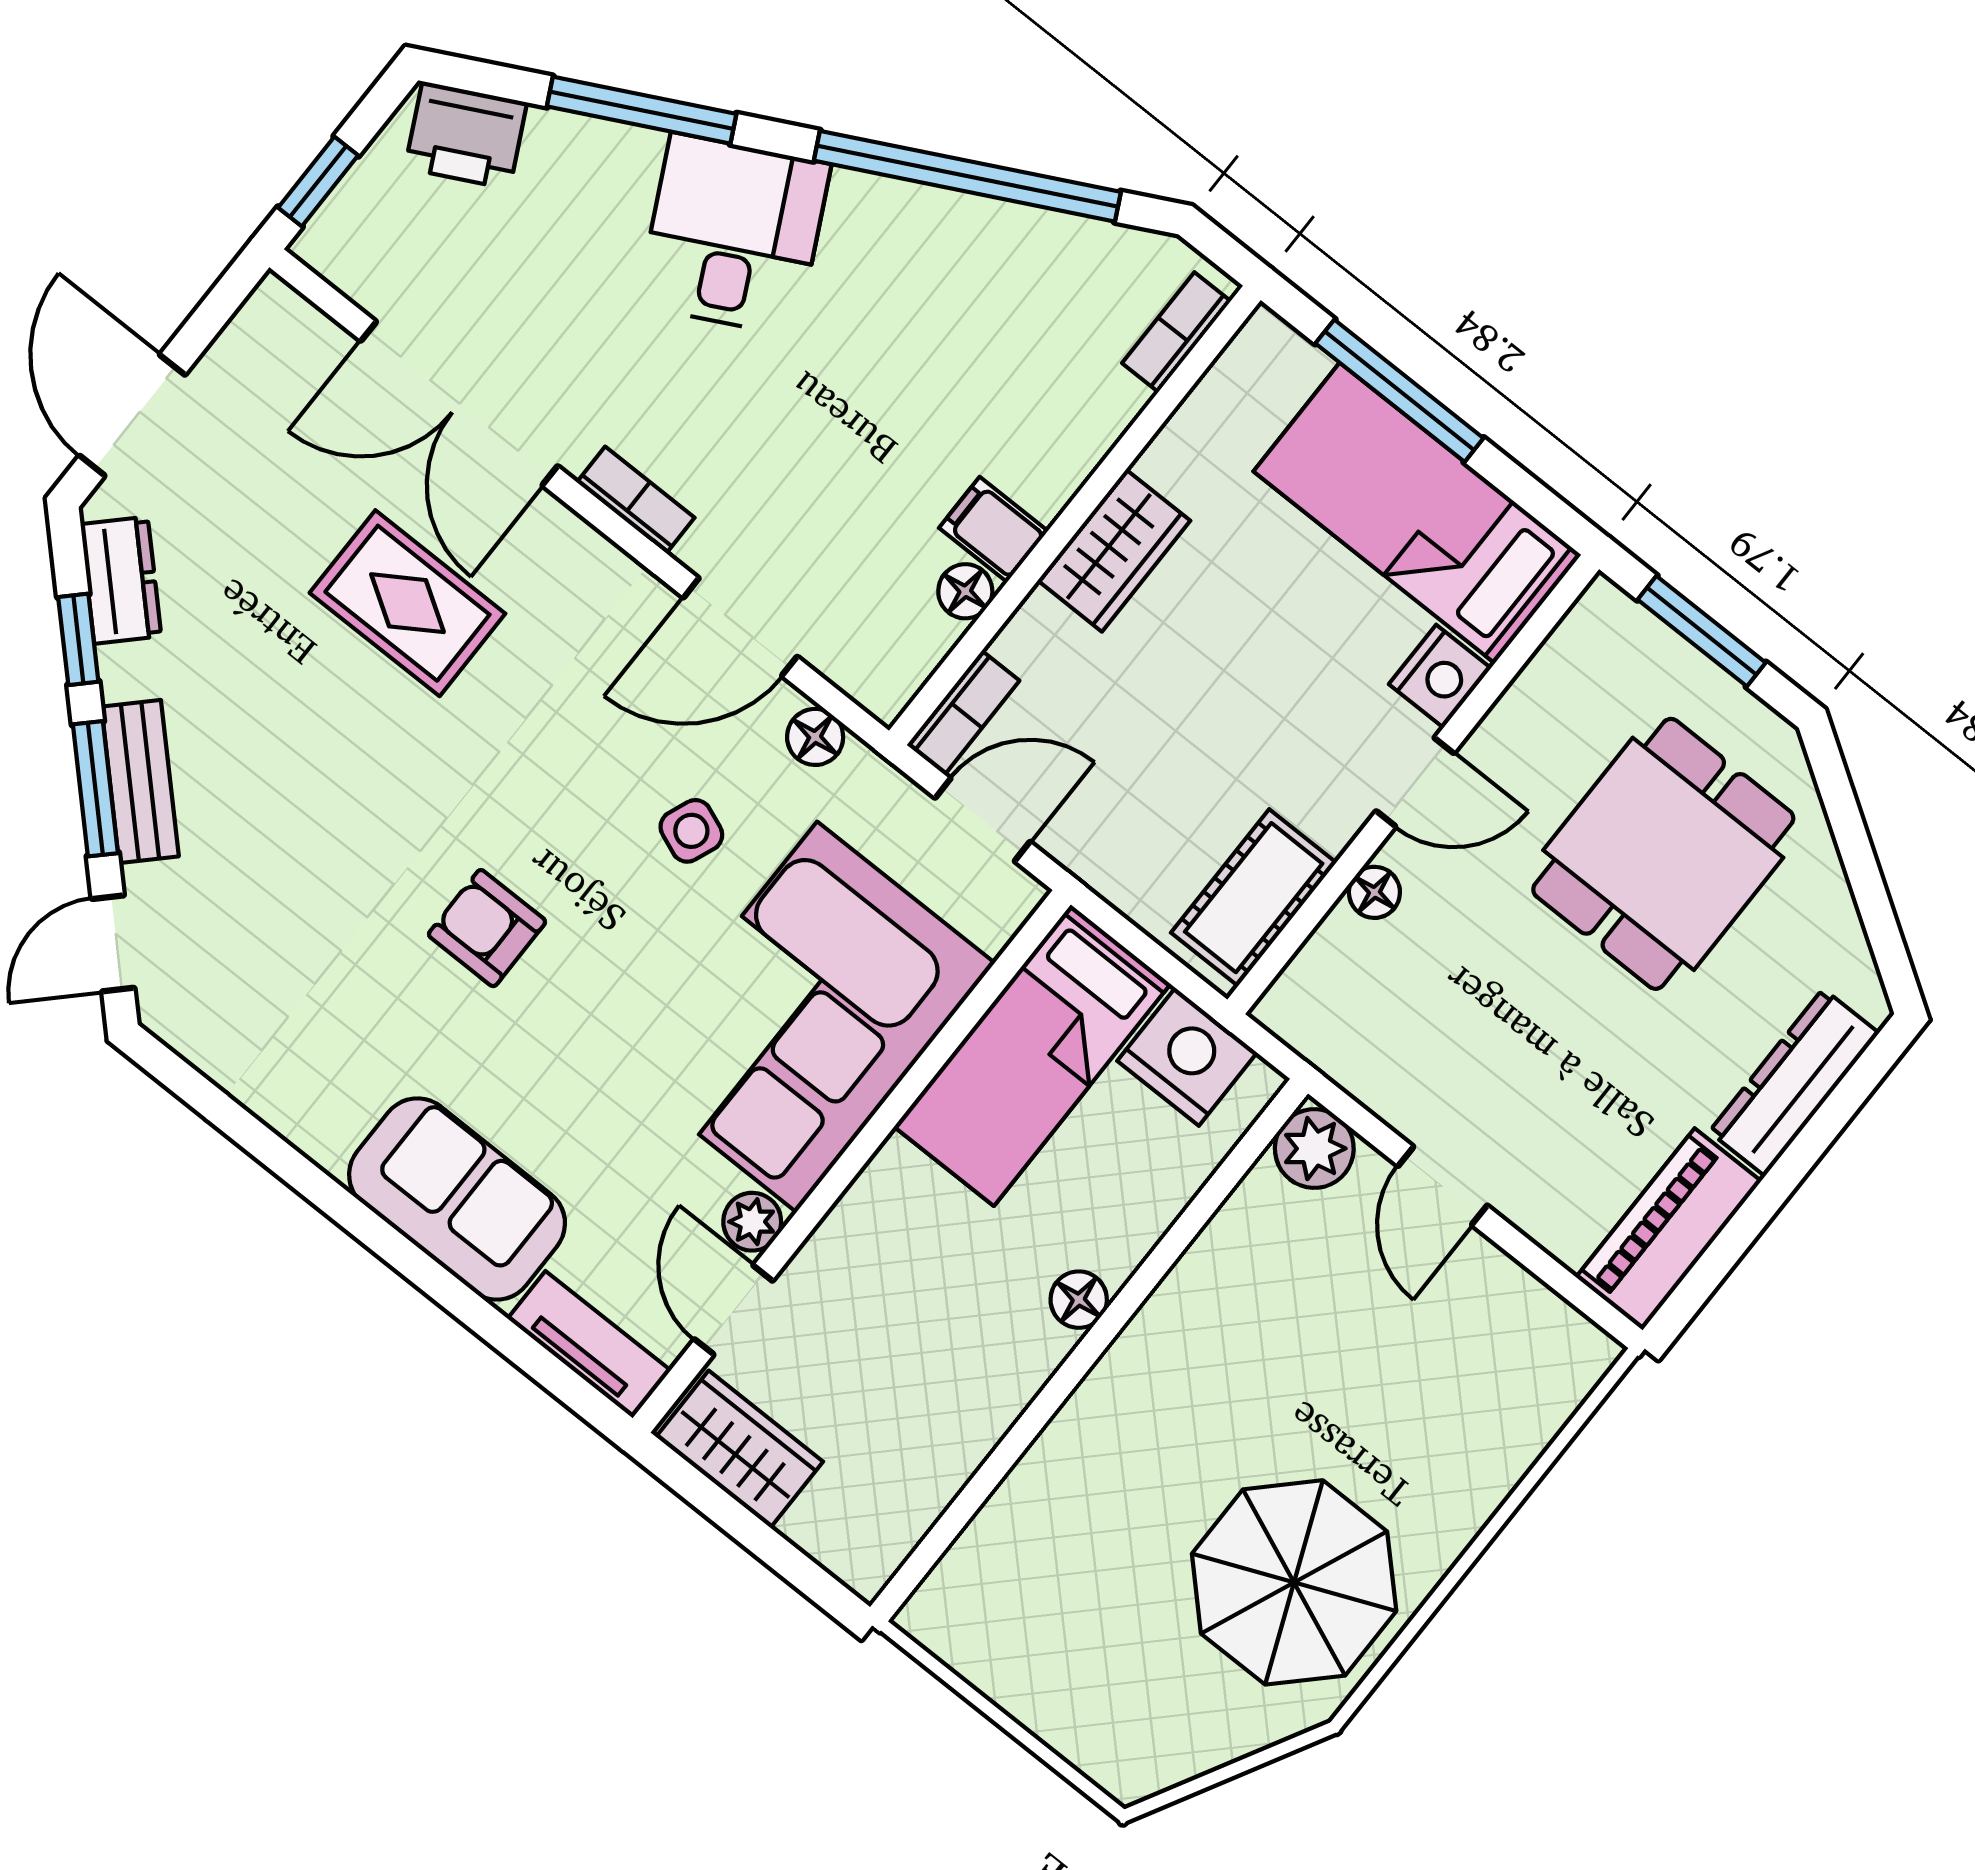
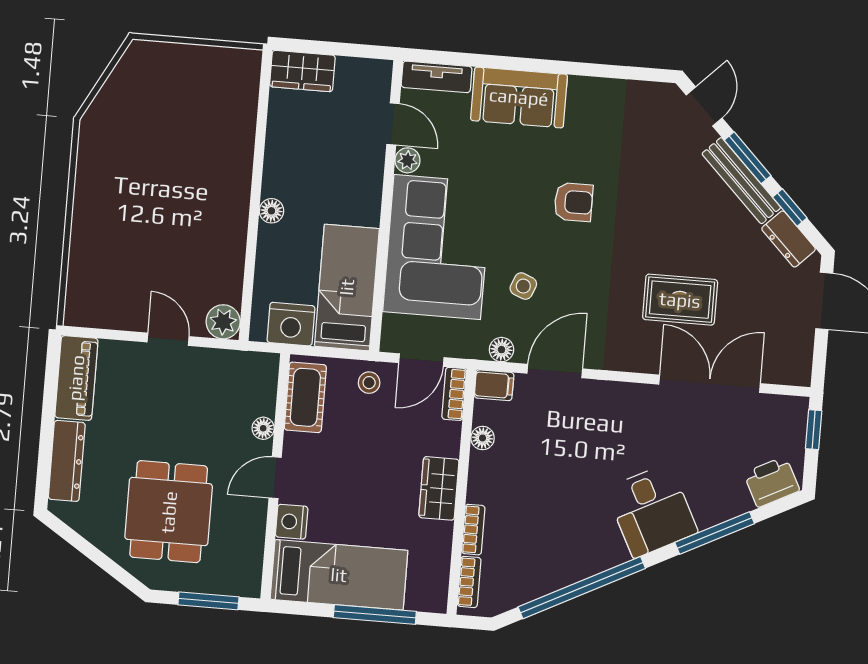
bookcase: (636, 500) -> (473, 530), moved, turned -90
filing cabinet: (993, 529) -> (494, 385), moved
bench: (140, 782) -> (741, 181), width x1.36
stool: (1112, 844) -> (369, 383), added
wardrobe: (740, 1449) -> (302, 71), moved
parasol: (1294, 1582) -> (126, 161), removed

